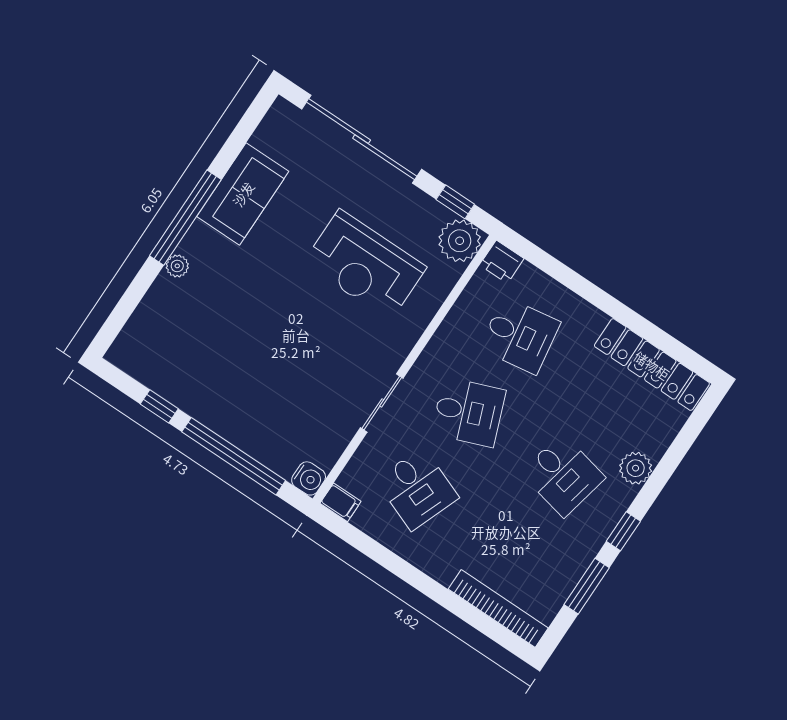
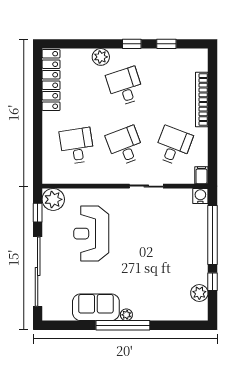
printer: (502, 262) -> (50, 175), removed
reception desk: (365, 265) -> (91, 234), turned 180
plant: (177, 266) -> (126, 315), moved
plant: (155, 373) -> (199, 293), added
desk: (563, 475) -> (125, 86), turned -30
window: (587, 586) -> (166, 44), width x0.67
bookcase: (498, 609) -> (202, 100), moved

